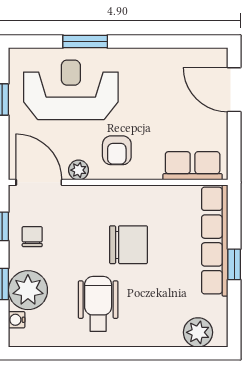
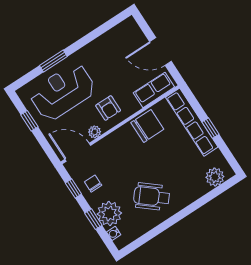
door: (234, 90) -> (161, 52), moved
chair: (128, 245) -> (147, 126), moved
wheelchair: (98, 304) -> (152, 197), turned -50

